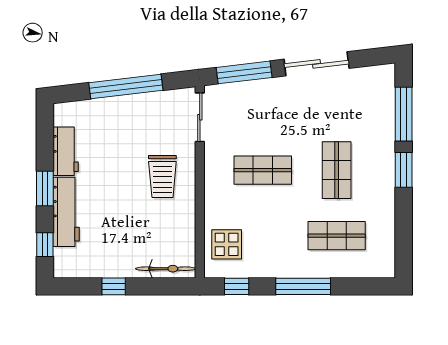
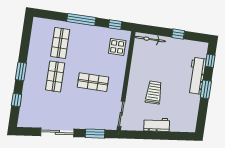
window: (244, 72) -> (95, 134), width x0.69
window: (126, 86) -> (157, 135), removed
window: (404, 114) -> (17, 100), width x0.46
workbench: (66, 151) -> (157, 125), moved, turned 83
trolley: (162, 177) -> (154, 92), moved
shop shelf: (337, 236) -> (60, 43), turned 90

